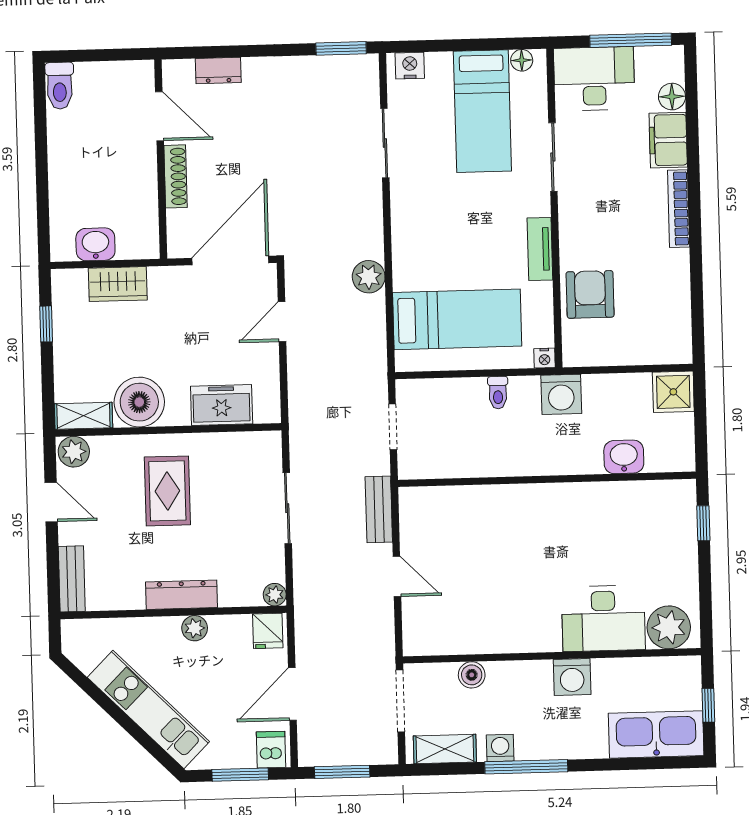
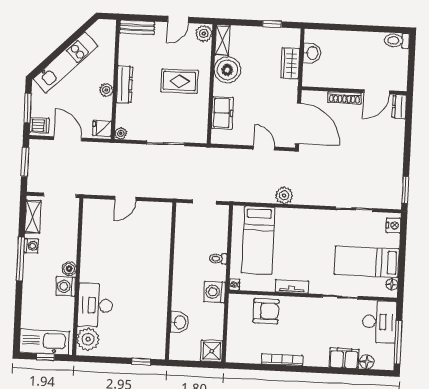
dresser: (218, 70) -> (399, 107), moved
bookcase: (679, 209) -> (282, 360), moved
bench: (379, 509) -> (161, 192), removed
boiler: (472, 675) -> (69, 269), moved
kitchen sink: (656, 734) -> (44, 342), moved, turned -90

